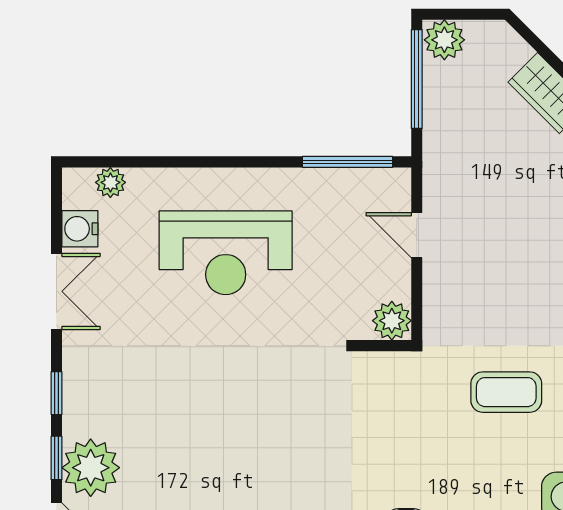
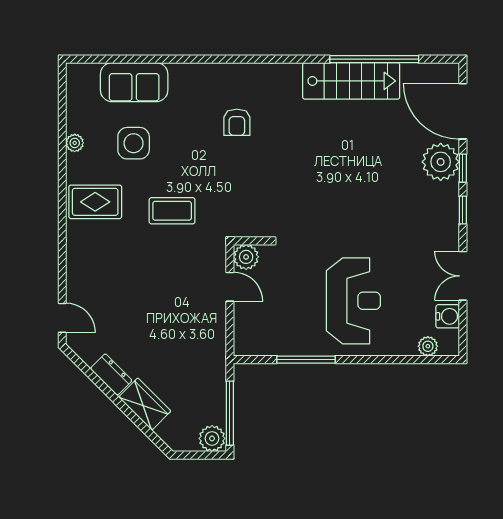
window: (347, 162) -> (306, 360), moved
door: (417, 235) -> (230, 287), moved
reception desk: (226, 253) -> (353, 301), turned 90

